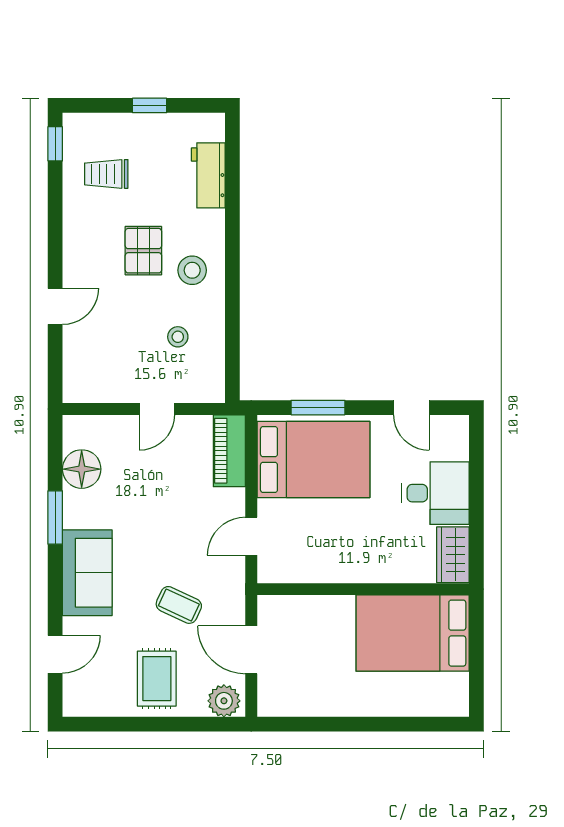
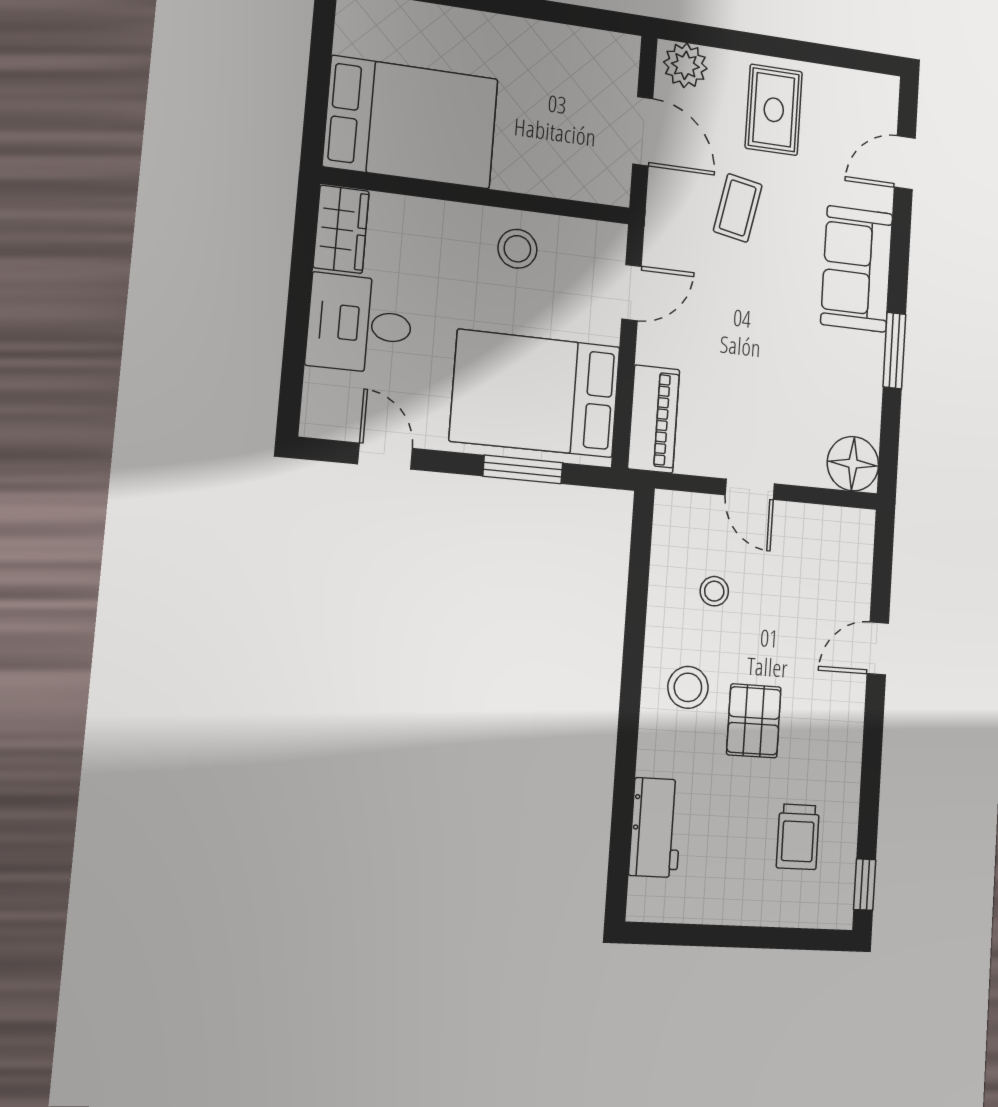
window: (150, 105) -> (732, 936), removed
trolley: (106, 174) -> (798, 837), turned 90
door: (157, 409) -> (750, 489), swing flipped
floor lamp: (82, 469) -> (853, 464), moved
stool: (333, 557) -> (517, 249), added
coffee table: (179, 605) -> (738, 208), turned 76

